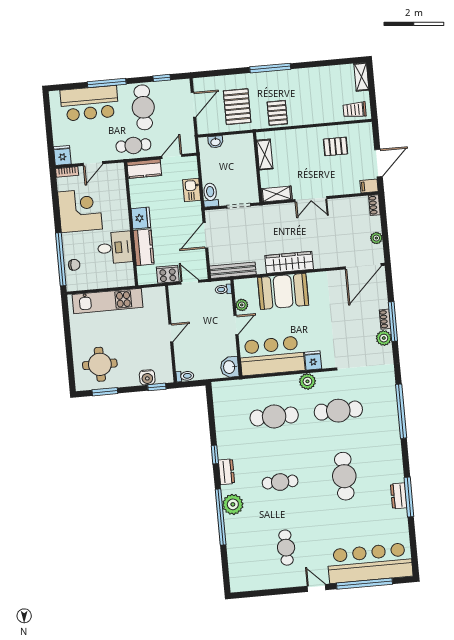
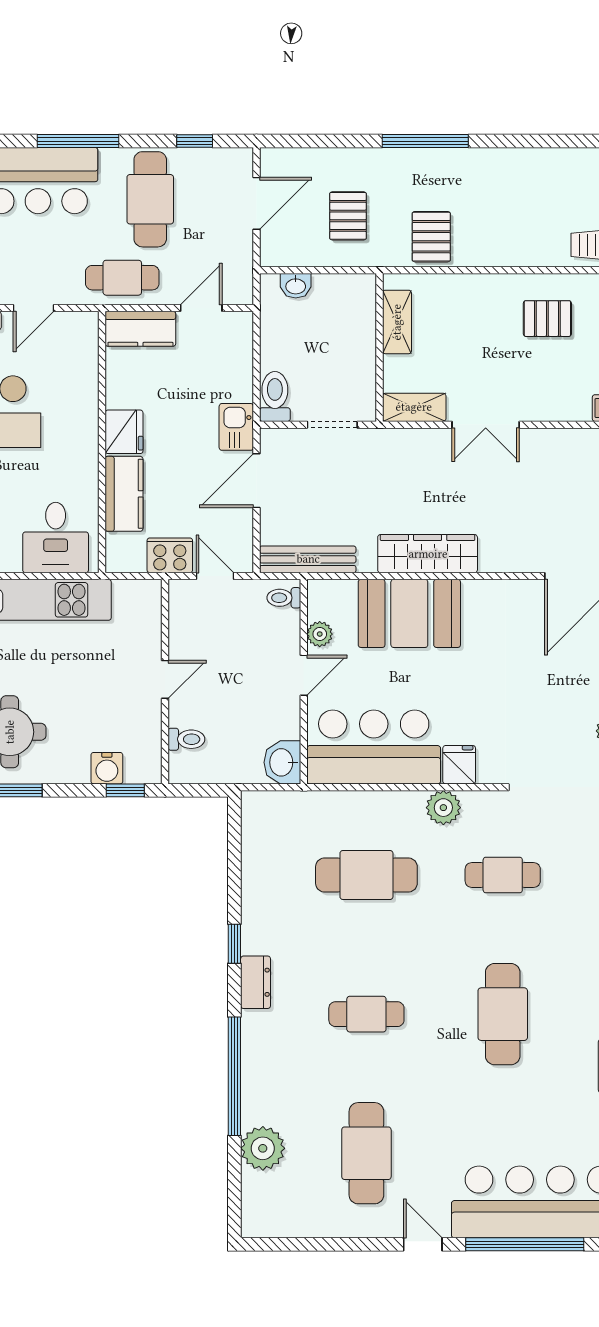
pallet: (237, 107) -> (348, 216), width x0.67, depth x0.71
kitchen sink: (192, 190) -> (236, 427), moved
desk: (115, 248) -> (56, 537), moved, turned 90
toilet: (185, 376) -> (186, 739), moved
cafe table: (338, 411) -> (503, 875), width x0.73, depth x0.74
plant: (233, 504) -> (263, 1148), moved
cafe table: (286, 548) -> (366, 1153), width x1.37, depth x1.35

